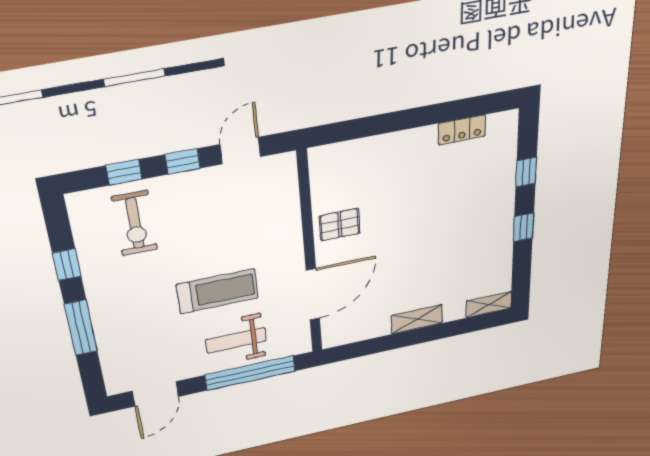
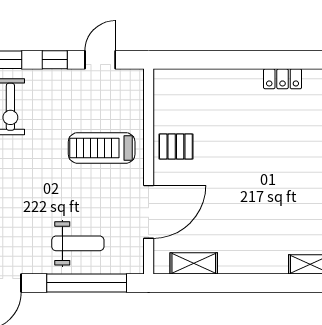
treadmill: (218, 291) -> (102, 148), moved, turned 180
shelving: (417, 319) -> (194, 263), moved
weight bench: (236, 340) -> (78, 243), turned 180

